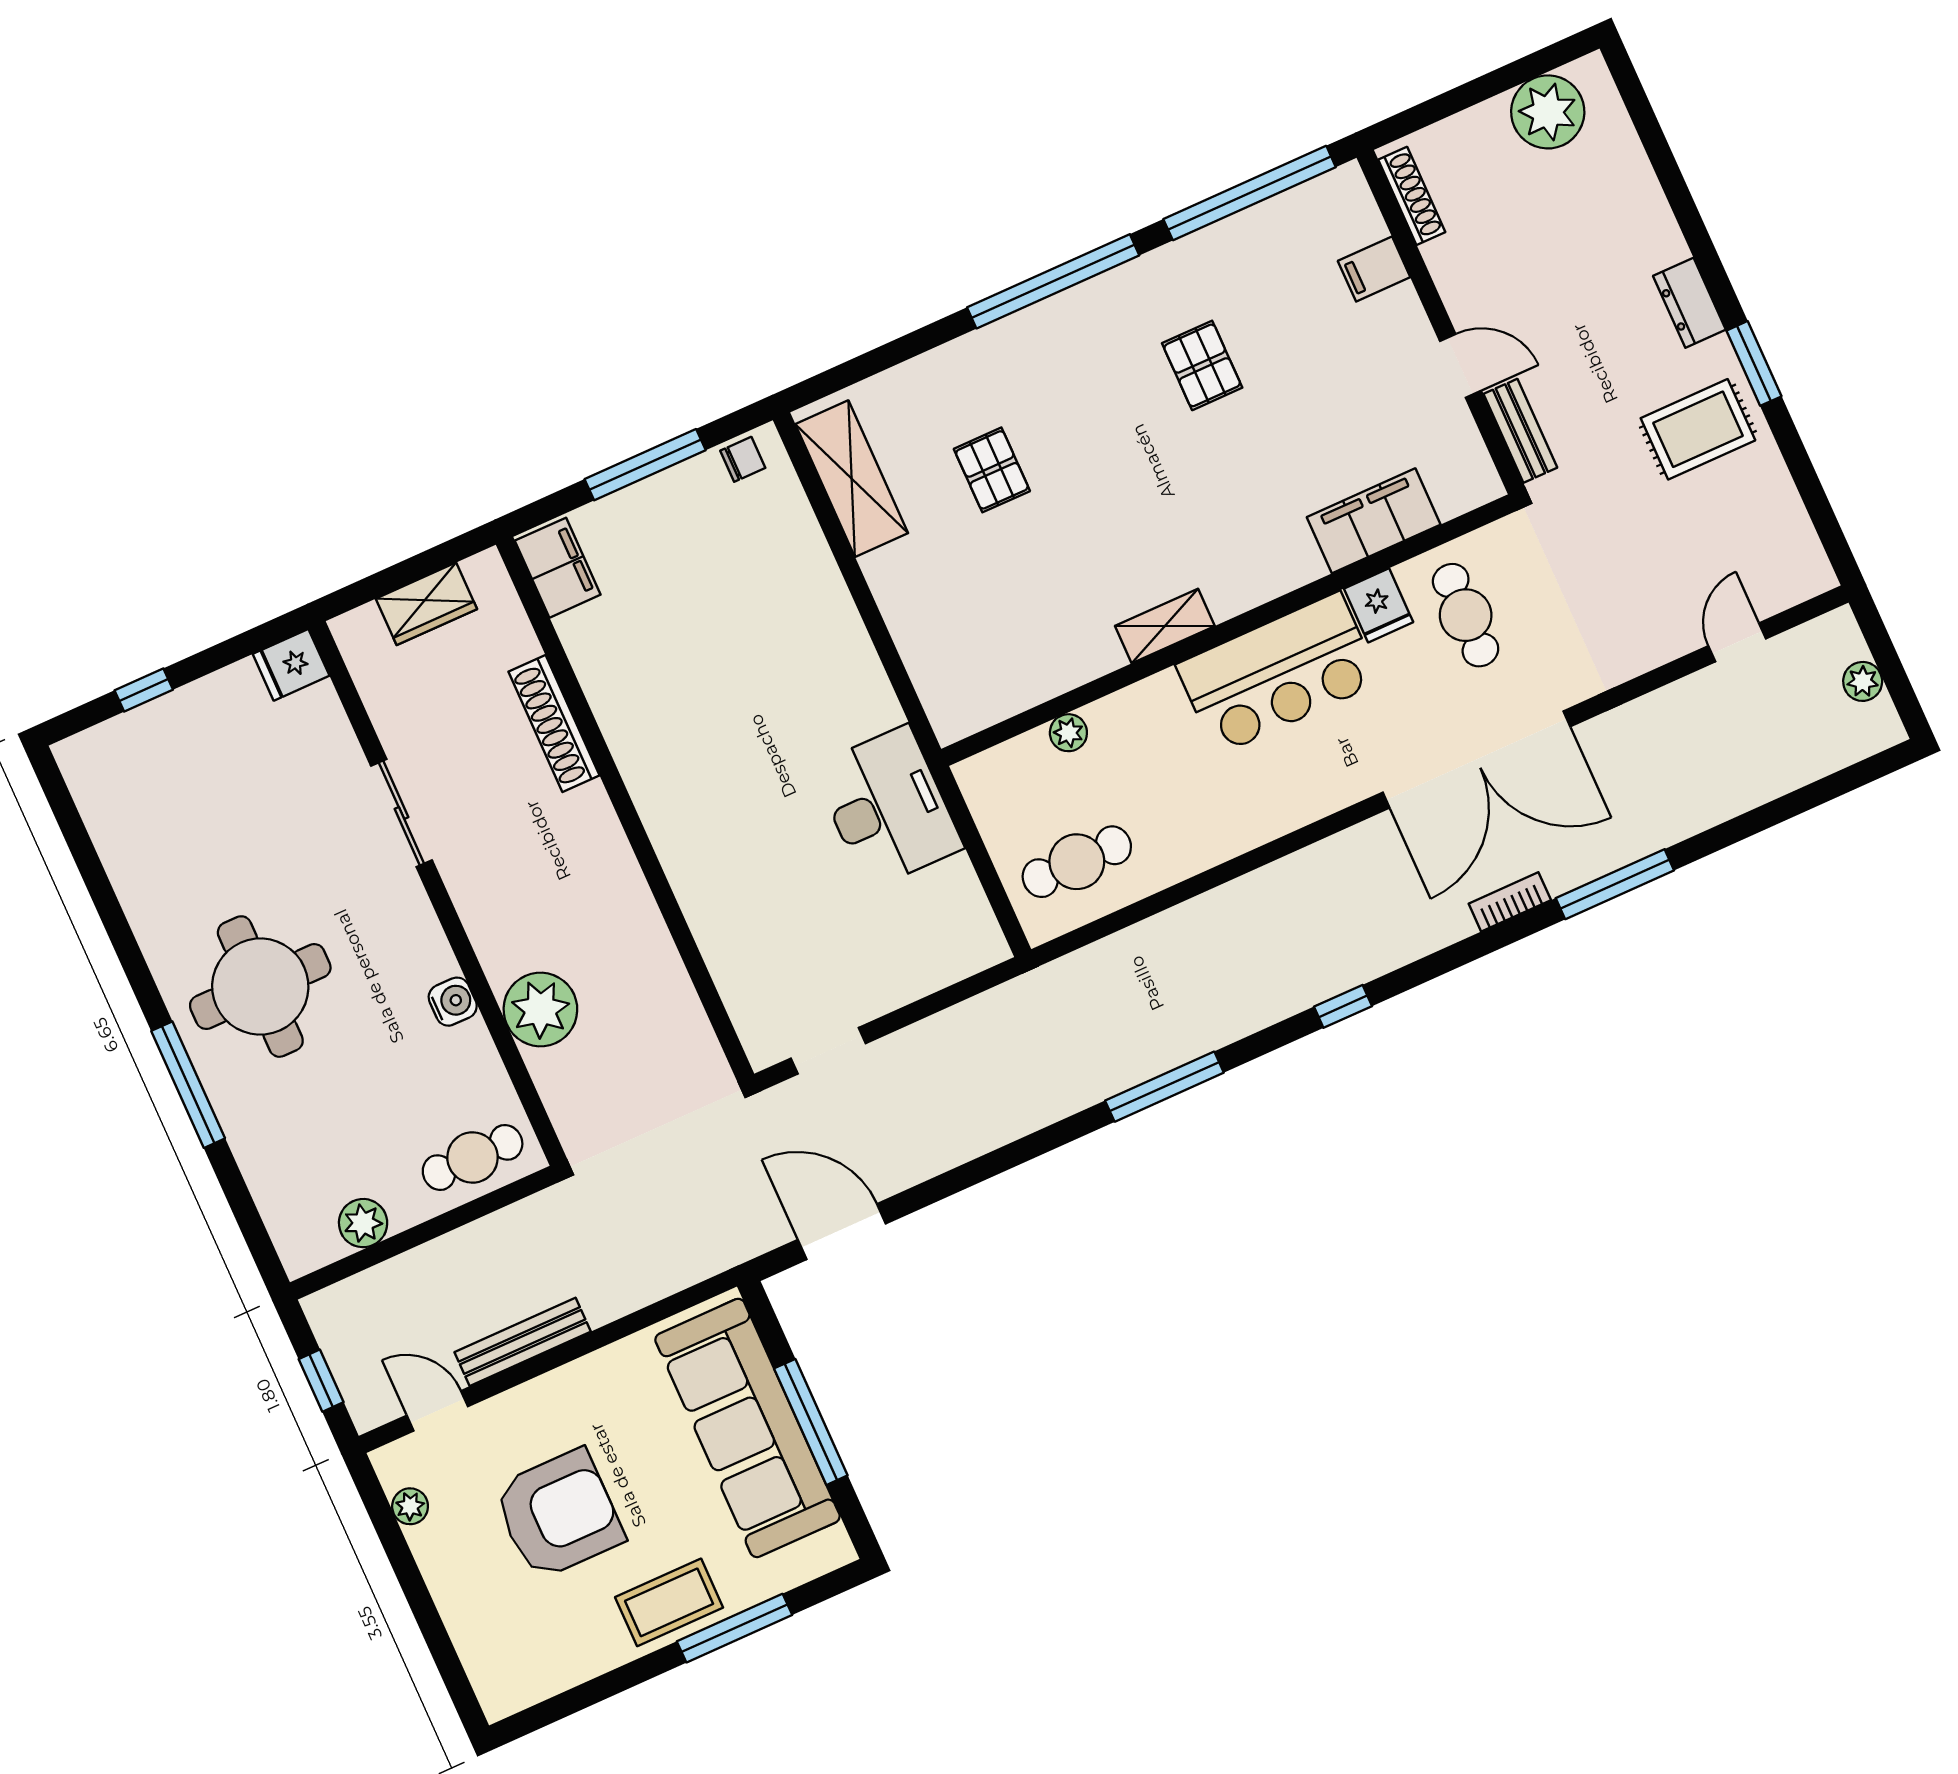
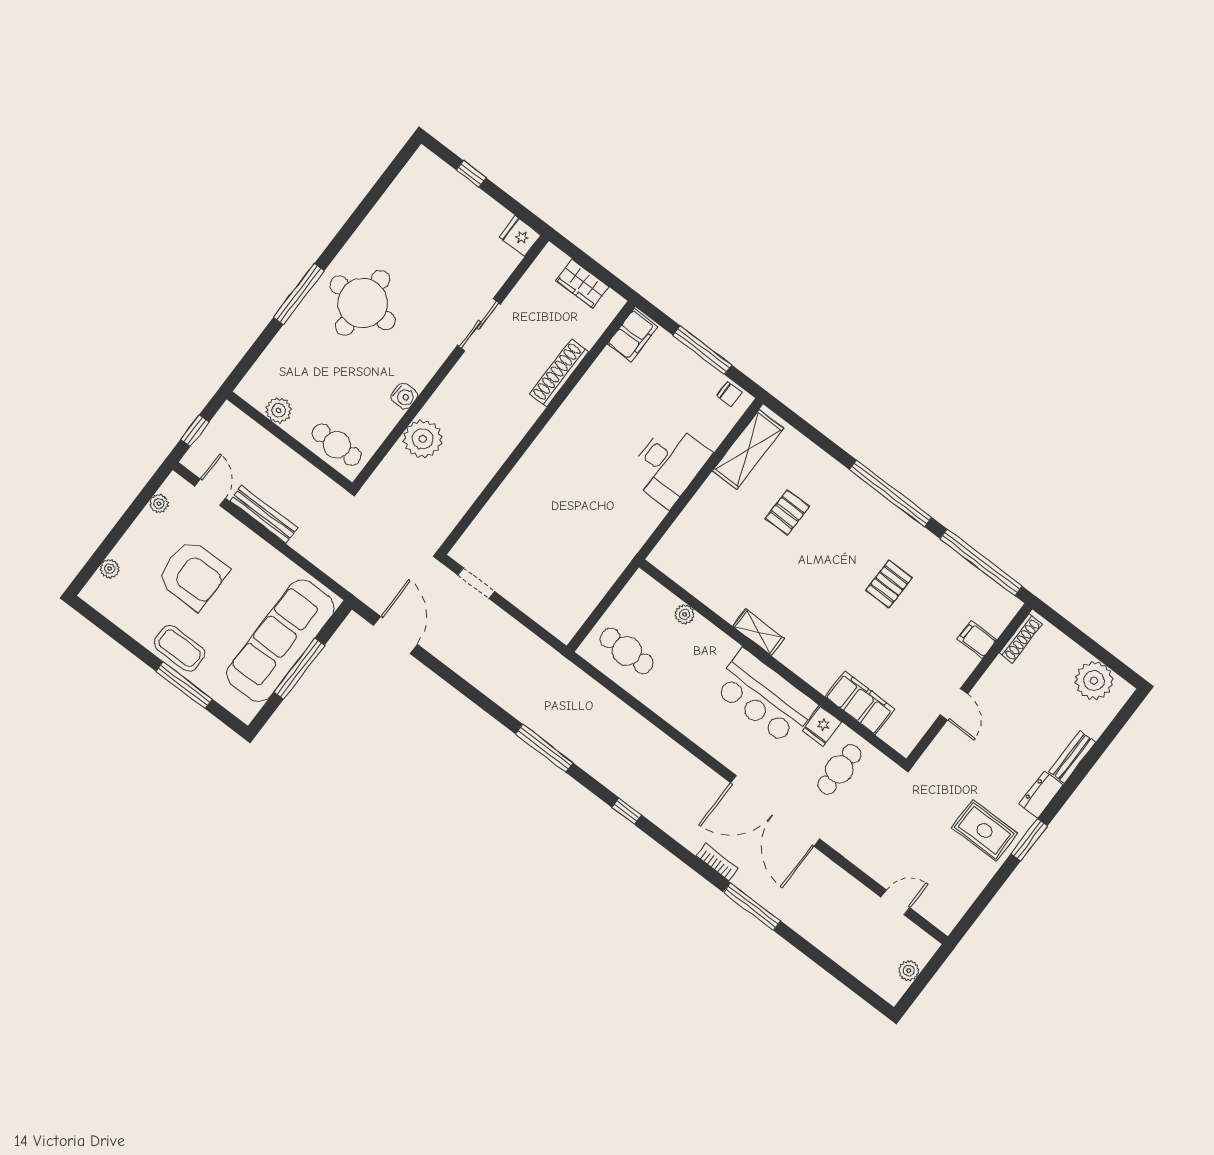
bench: (1520, 431) -> (1072, 757), moved
desk: (888, 807) -> (669, 465), moved
plant: (473, 1647) -> (110, 569), added

